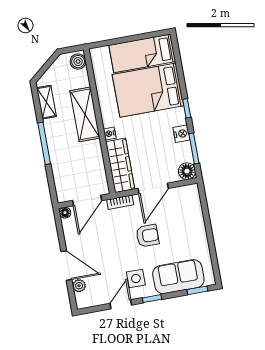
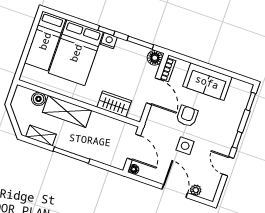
boiler: (78, 62) -> (39, 99), moved
nightstand: (110, 134) -> (92, 101), removed
nightstand: (181, 134) -> (109, 41), moved
wardrobe: (120, 165) -> (114, 104), width x0.67
bookcase: (120, 202) -> (168, 70), moved
door: (66, 266) -> (175, 191), hinge flipped
sofa: (178, 277) -> (207, 82), moved, turned -90
side table: (136, 279) -> (185, 146), moved

